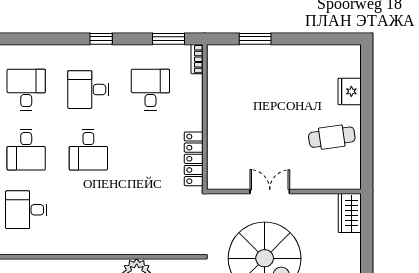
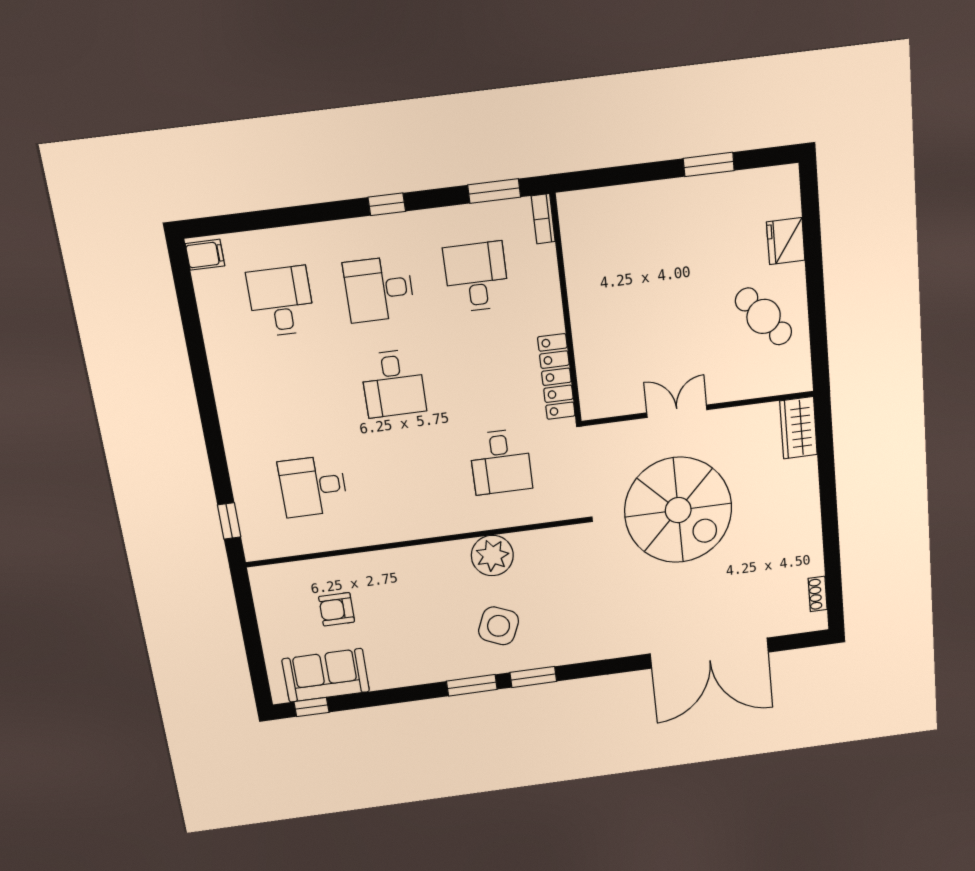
window: (255, 39) -> (709, 164), moved
cafe table: (332, 137) -> (764, 316), turned 58
desk: (26, 150) -> (501, 462), moved

